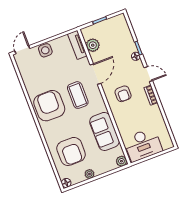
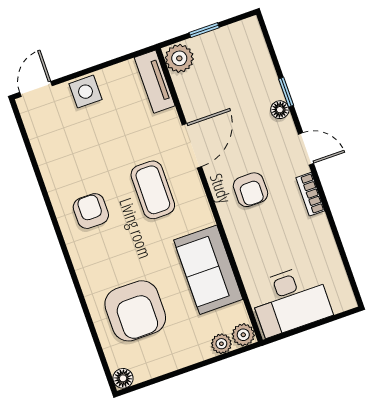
plant: (93, 45) -> (179, 58), moved
armchair: (49, 106) -> (91, 211), width x0.53, depth x0.53
plant: (89, 174) -> (221, 344), moved

